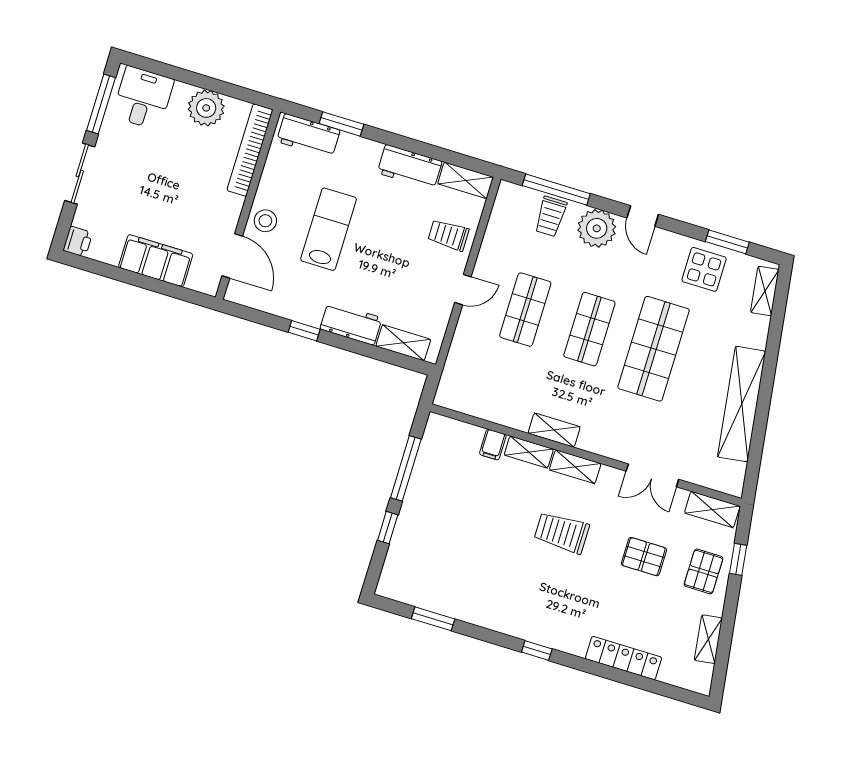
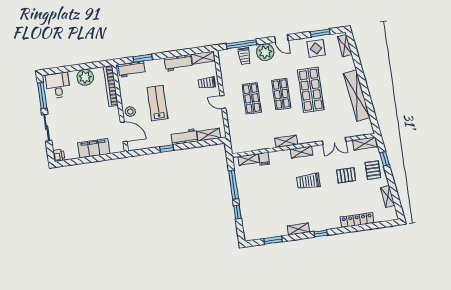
door: (463, 290) -> (223, 102), swing flipped
shelving: (529, 452) -> (249, 159), moved
shelving: (496, 620) -> (298, 229), added

